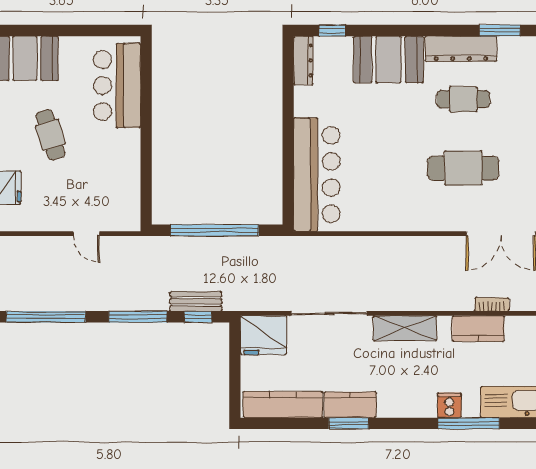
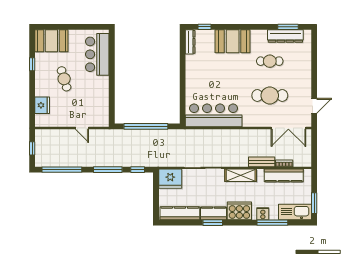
dresser: (461, 49) -> (285, 36), moved
bar counter: (317, 175) -> (214, 115), moved, turned -90
bench: (196, 301) -> (262, 162), moved
kitchen counter: (478, 329) -> (284, 175), width x1.50
cooker: (402, 400) -> (239, 211), added

